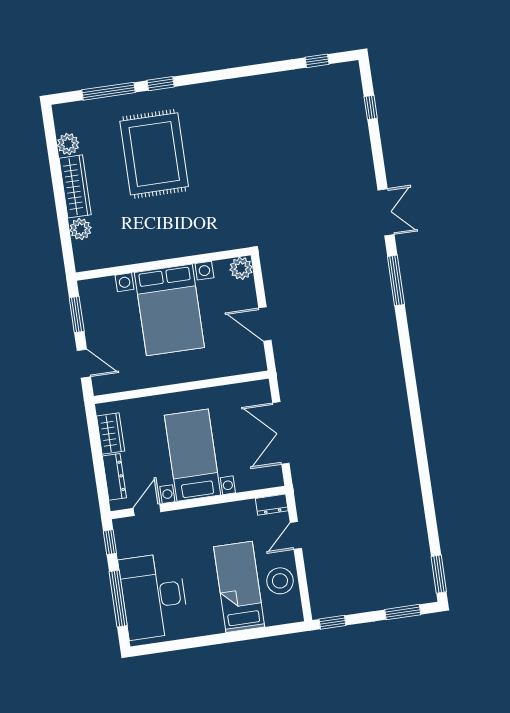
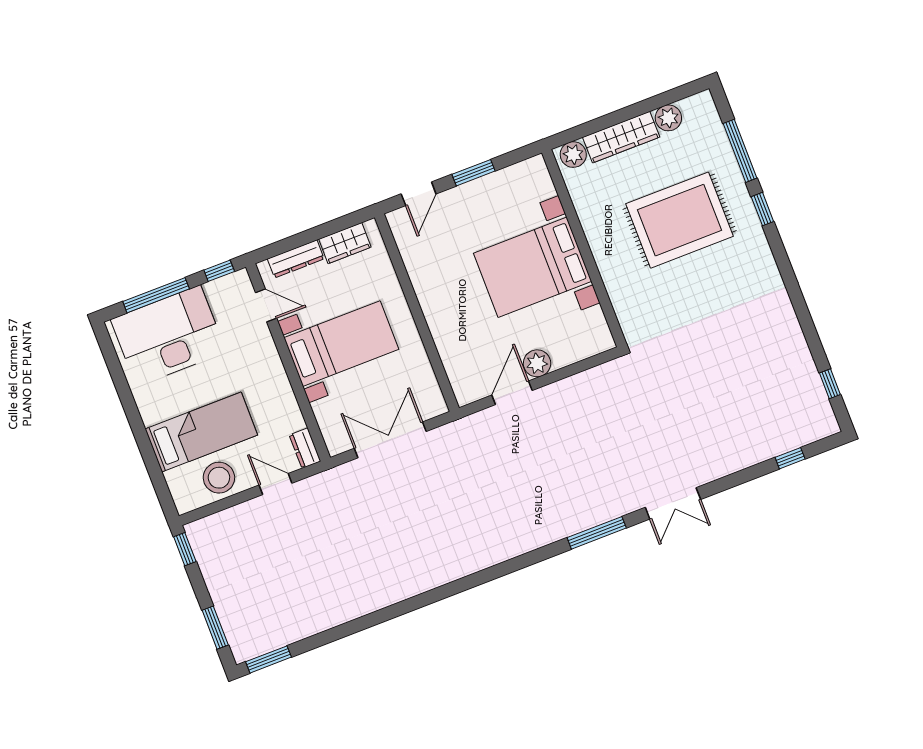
wall: (163, 264) -> (584, 248), moved
plant: (241, 268) -> (537, 363), moved
bed with nightstands: (169, 310) -> (533, 267), moved

